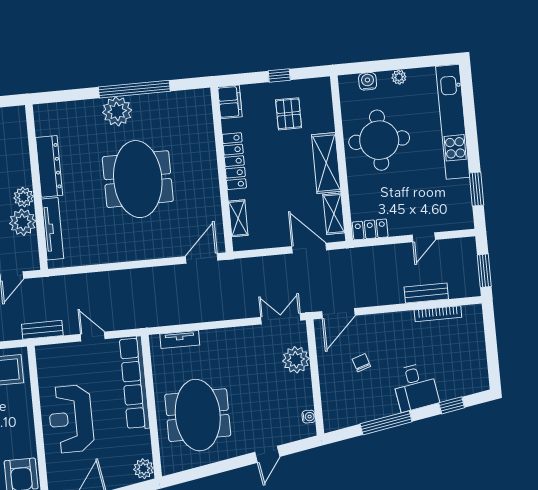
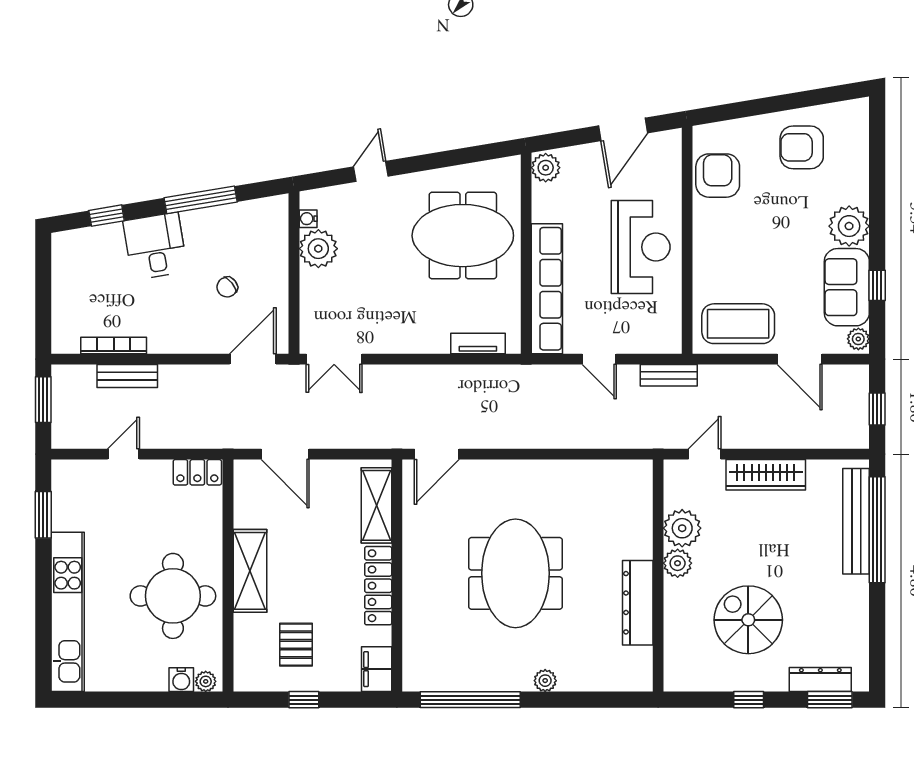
plant: (399, 77) -> (206, 681), moved
window: (134, 89) -> (470, 700), moved
plant: (117, 111) -> (545, 681), width x0.53, depth x0.53
shelving: (334, 214) -> (246, 499), removed
shelving: (238, 218) -> (376, 505), width x1.50, depth x1.33
tv unit: (53, 229) -> (641, 515), removed
plant: (296, 360) -> (318, 249), moved
chair: (361, 363) -> (227, 287), turned 69
meeting table: (198, 415) -> (463, 236), turned 90

